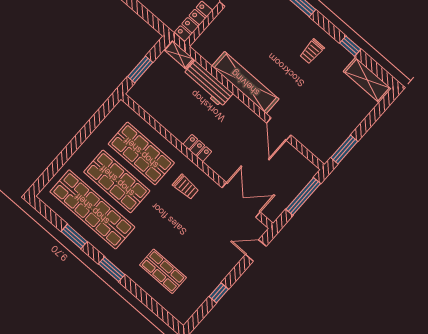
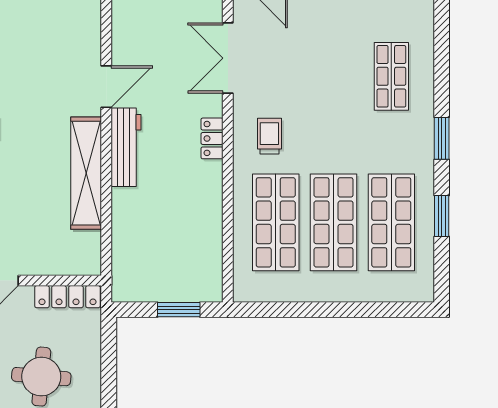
shelving: (179, 55) -> (121, 280), removed
workbench: (208, 84) -> (126, 147), moved
locker: (197, 148) -> (212, 138), moved
shop shelf: (92, 209) -> (391, 222), width x0.71

